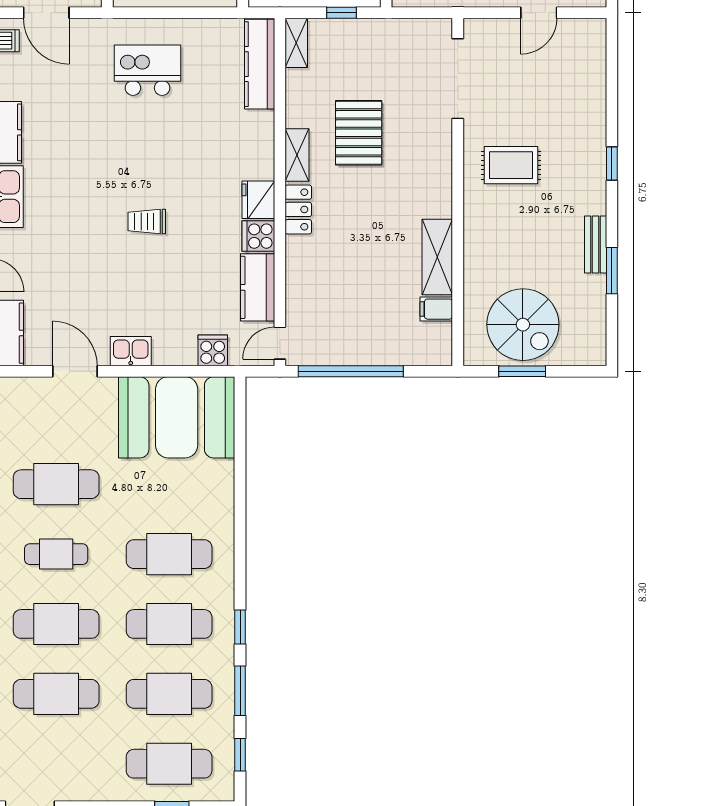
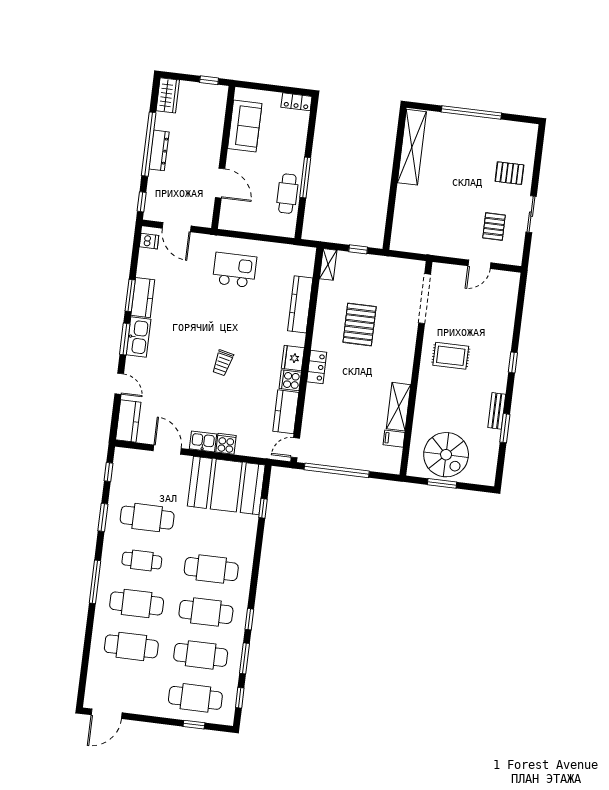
kitchen counter: (260, 64) -> (300, 304), moved
shelving: (297, 155) -> (320, 333), removed
trolley: (147, 221) -> (223, 363), turned -77
cooker: (213, 350) -> (226, 444), moved
window: (240, 447) -> (263, 508), added

